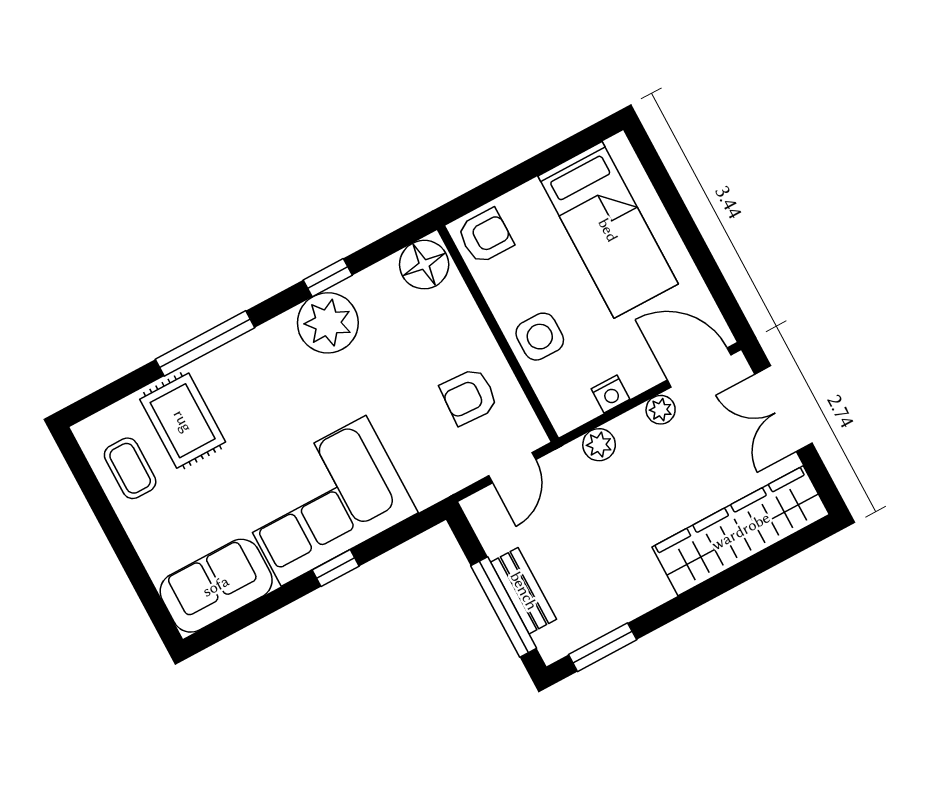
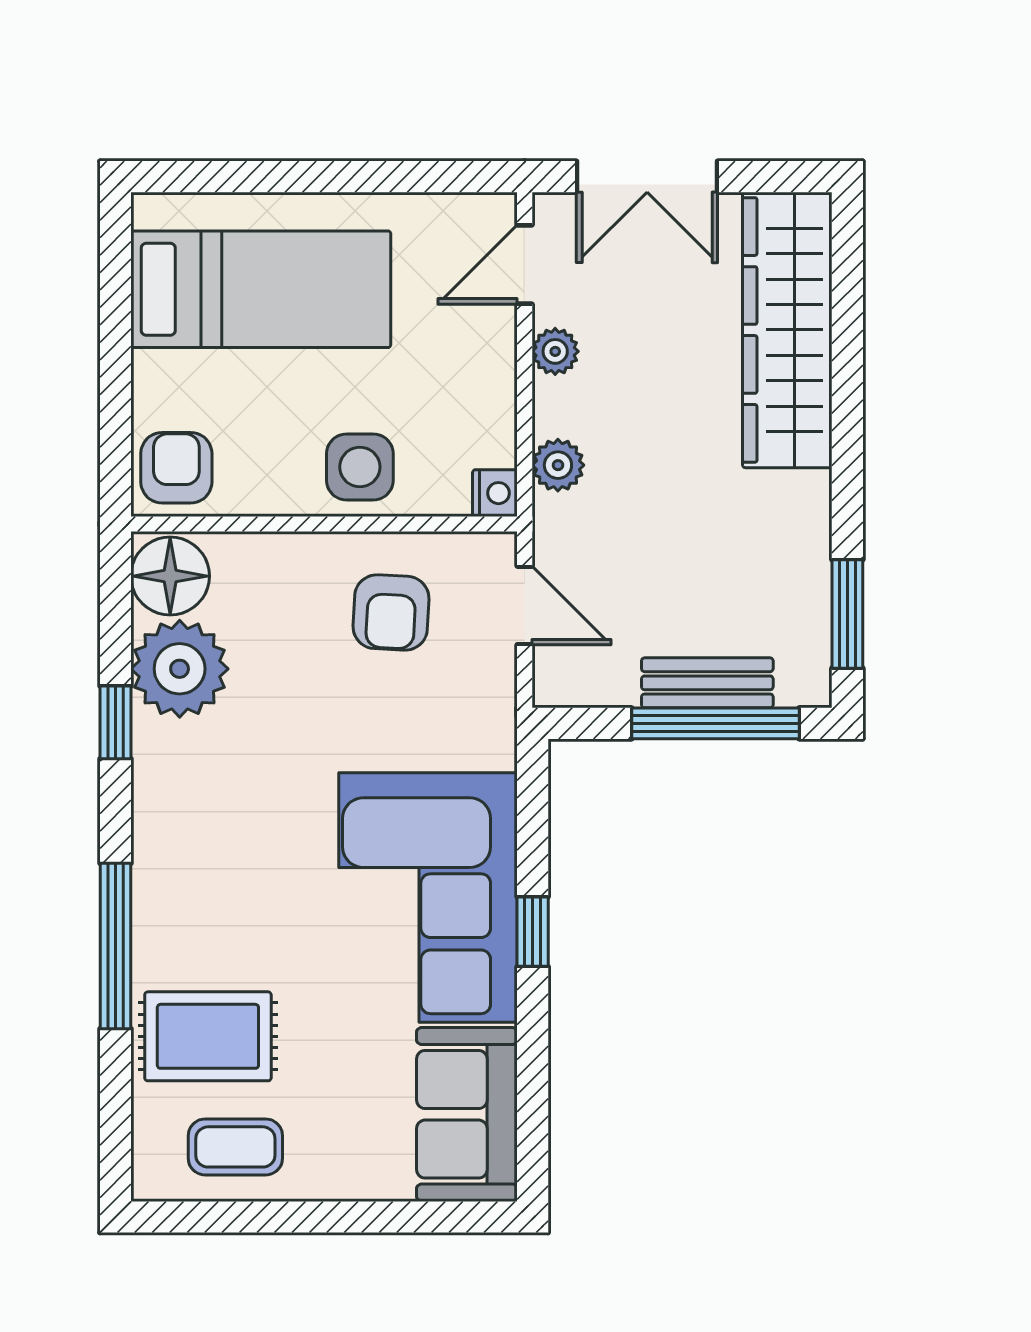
plant: (328, 323) -> (180, 669), moved
door: (699, 367) -> (525, 265), width x0.73
nightstand: (611, 394) -> (495, 493), moved

